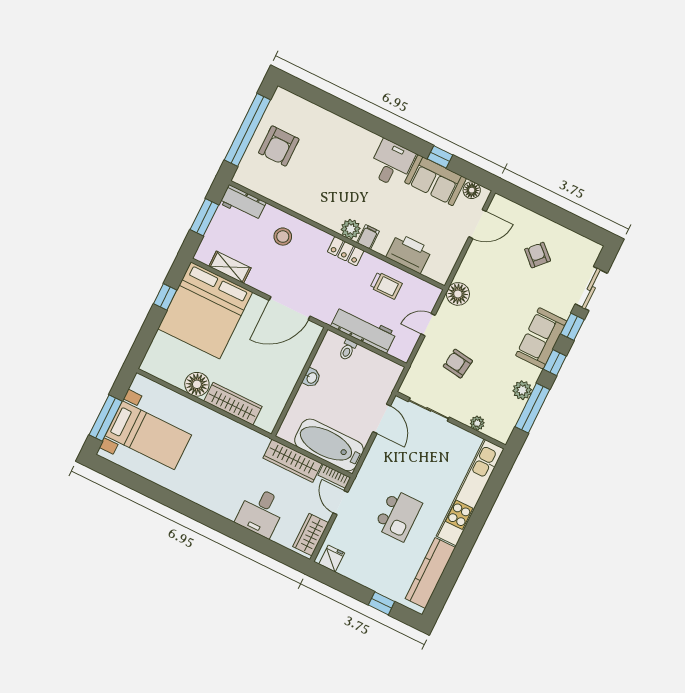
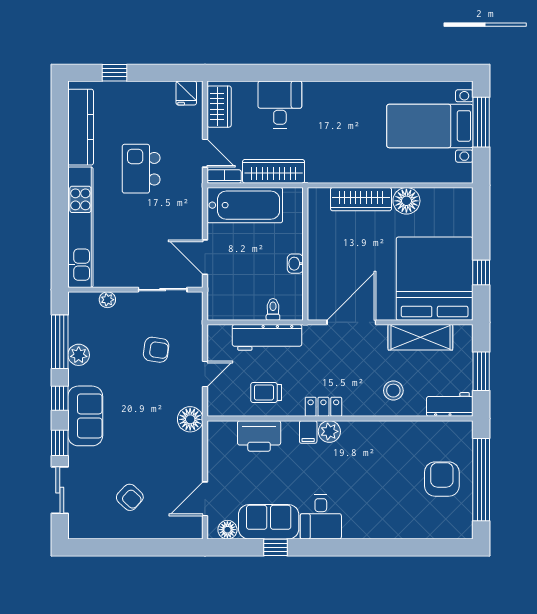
shelving: (230, 267) -> (420, 337), width x1.50, depth x1.33

